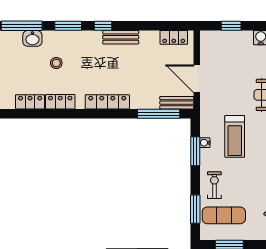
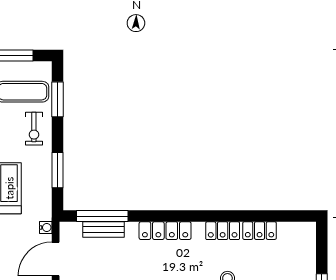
door: (197, 79) -> (56, 259), swing flipped
bench: (177, 103) -> (103, 230), moved
water cooler: (205, 143) -> (46, 228), moved

